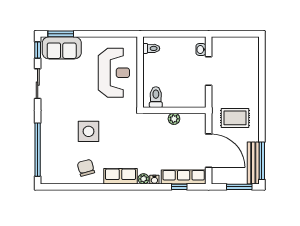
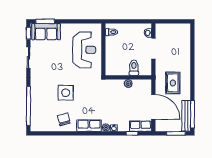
toilet: (156, 97) -> (134, 68), moved
rug: (235, 118) -> (173, 83), turned 90
row of seats: (184, 177) -> (140, 126), width x0.68

